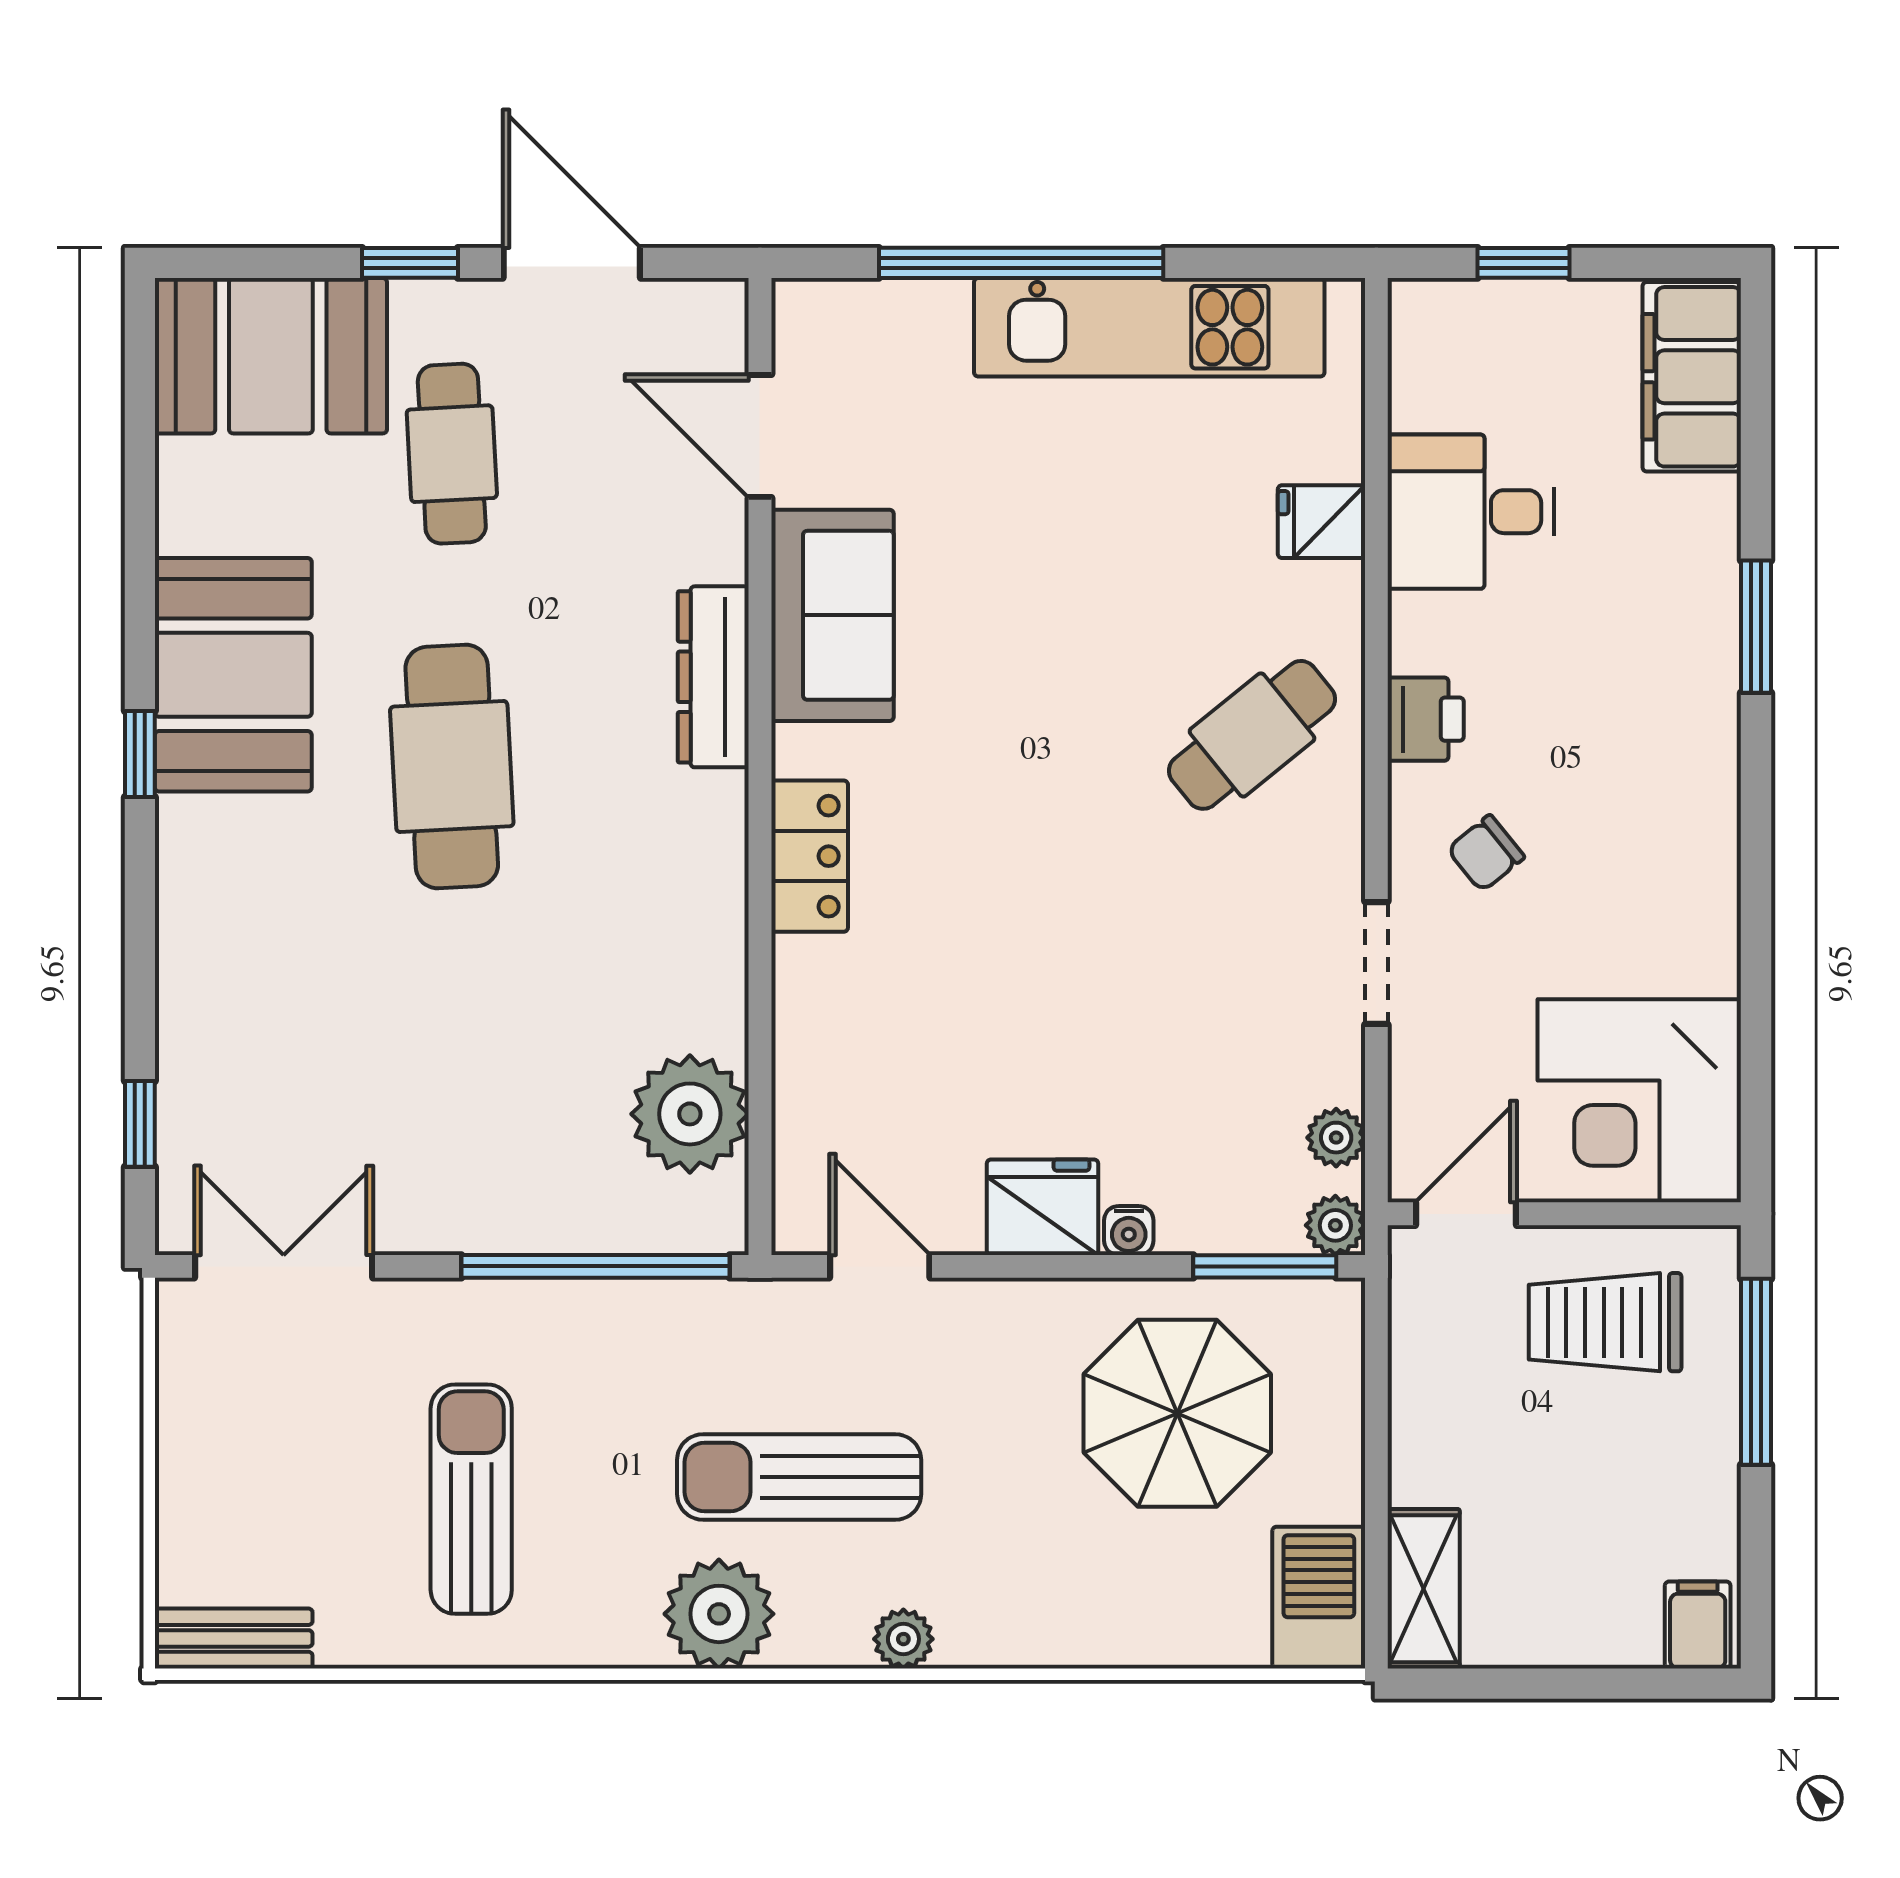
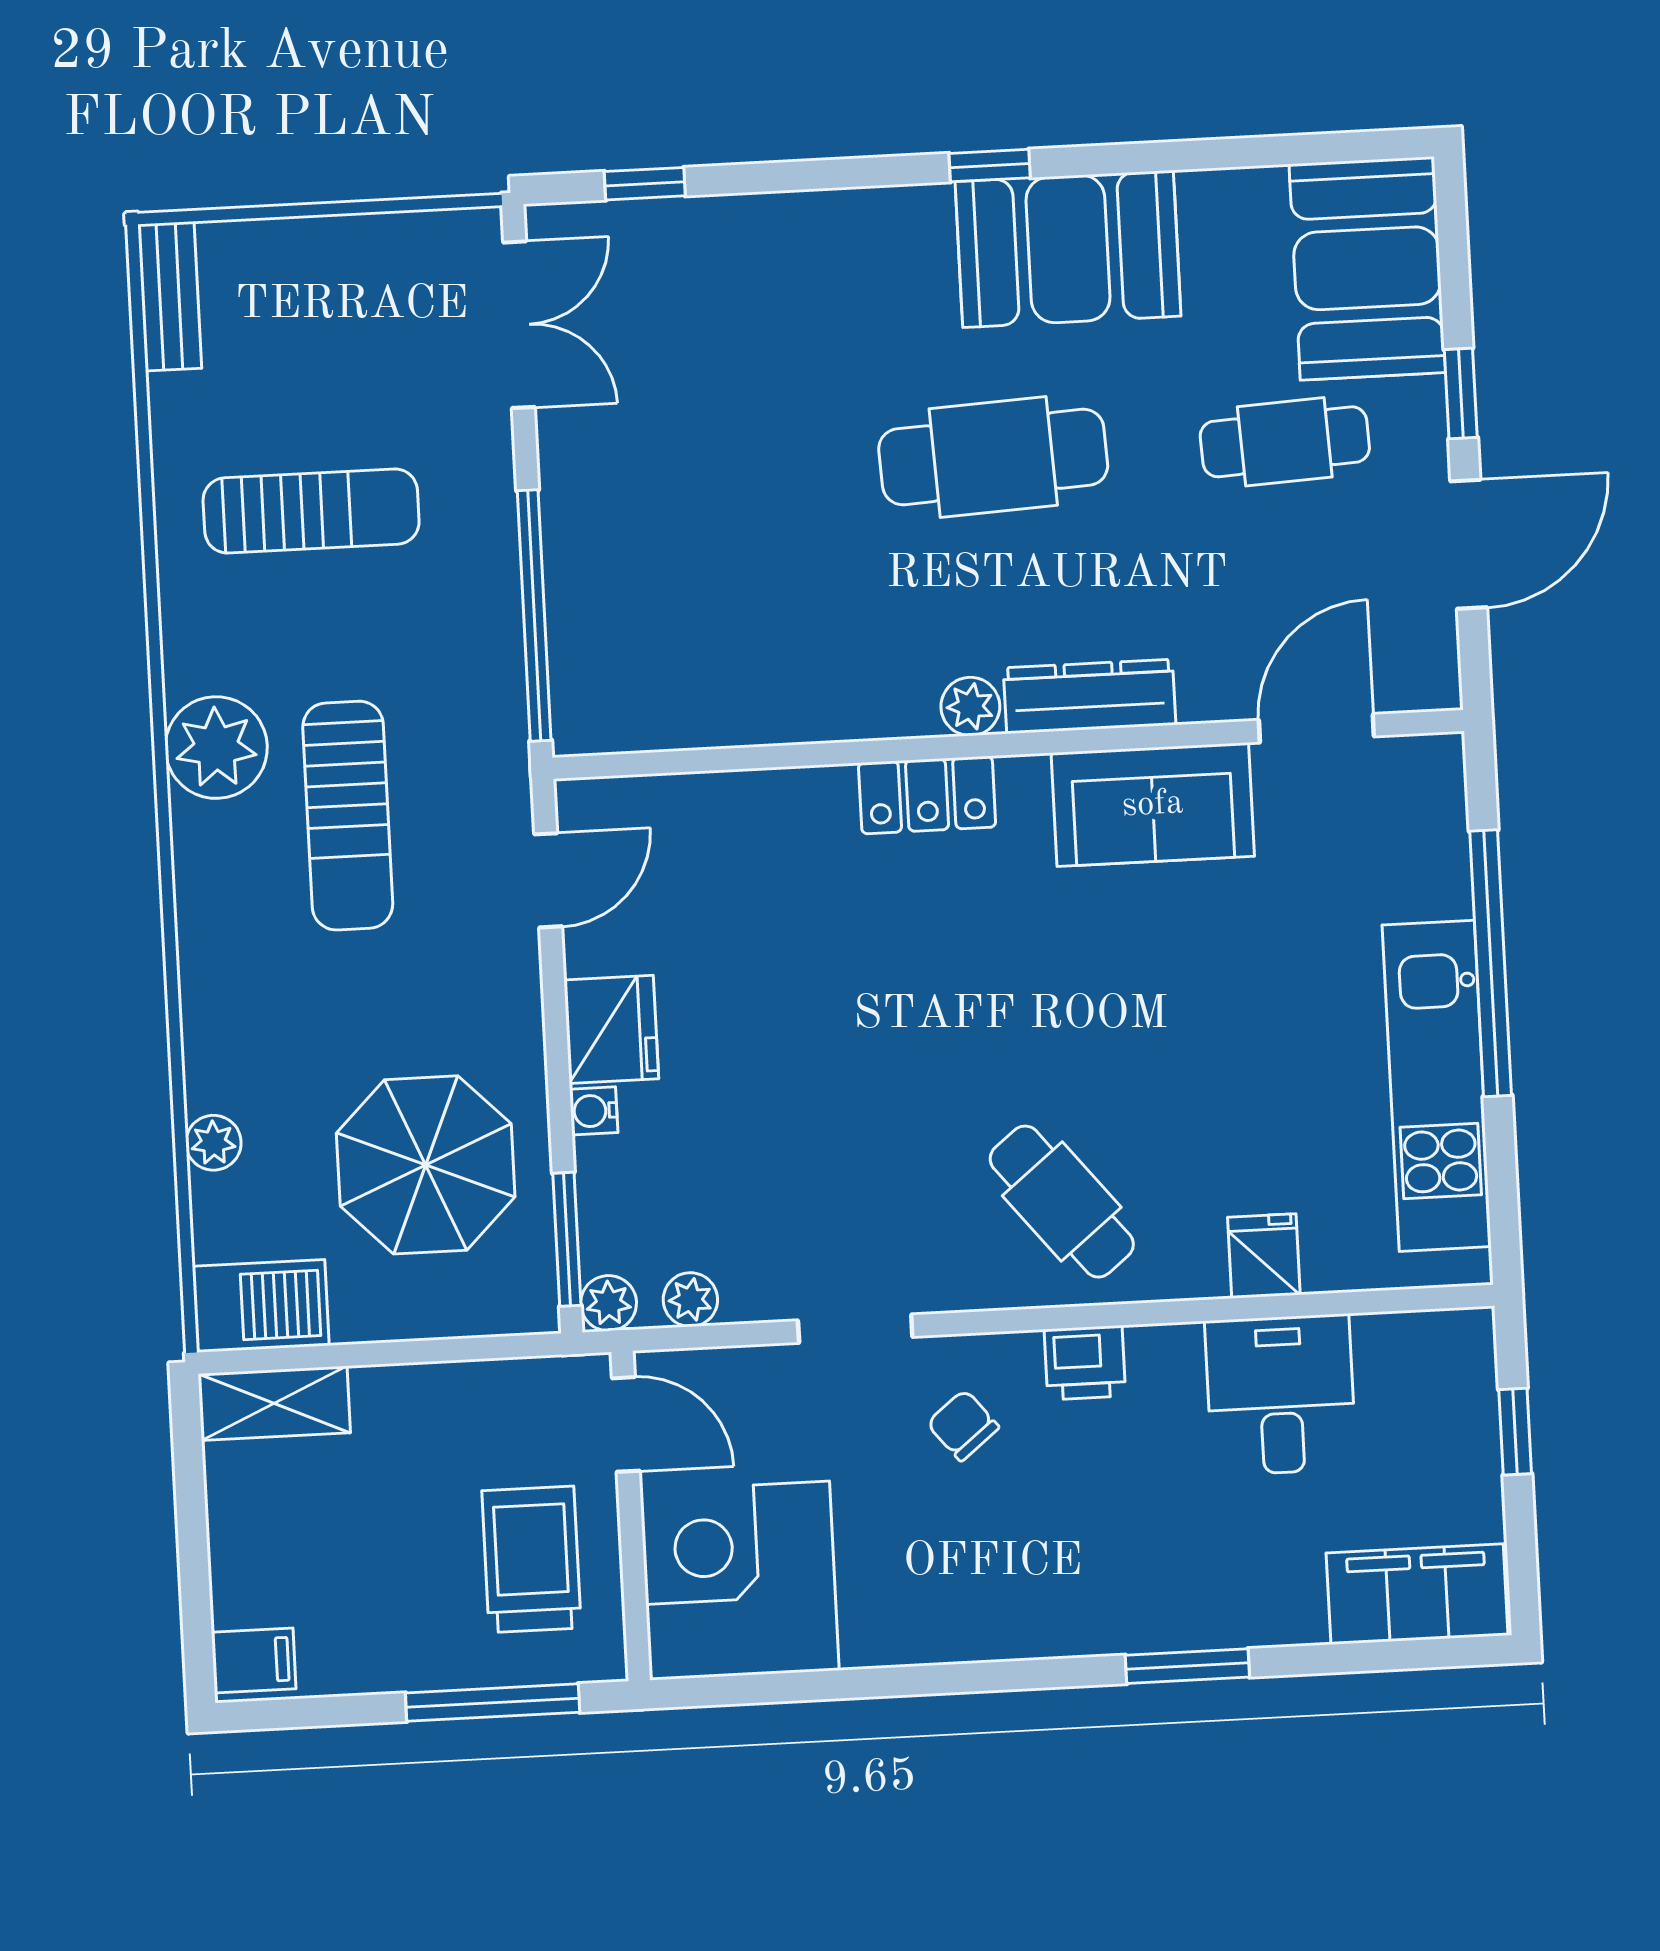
plant: (690, 1114) -> (970, 706), moved, width x0.53, depth x0.53
sun lounger: (799, 1477) -> (348, 816), turned 180
plant: (903, 1639) -> (213, 1143), moved

